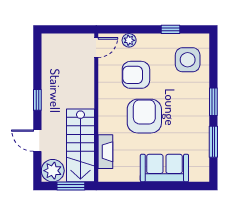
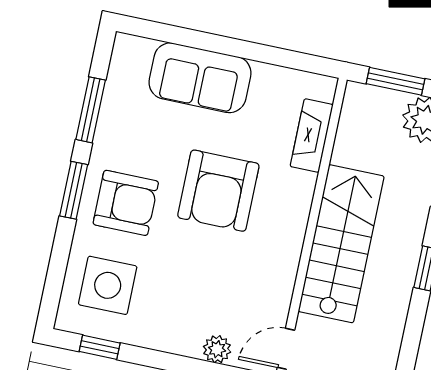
window: (170, 29) -> (100, 347), moved
armchair: (136, 75) -> (126, 203), moved
stairs: (80, 145) -> (341, 244), moved

